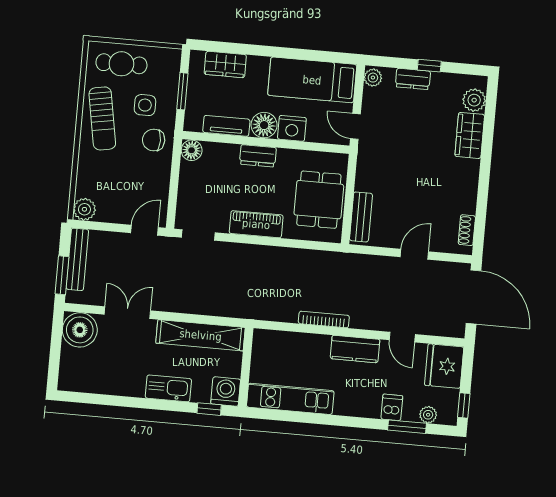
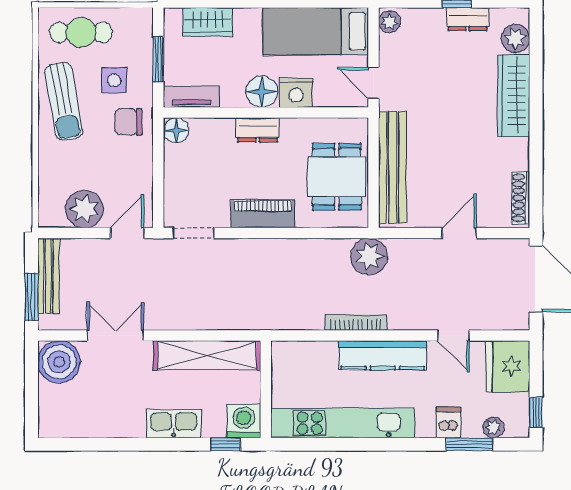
dresser: (413, 79) -> (468, 19), moved
tv unit: (226, 126) -> (191, 97), moved
wardrobe: (470, 135) -> (514, 96), width x1.50
plant: (84, 209) -> (84, 209), moved, width x1.36, depth x1.36
bench: (361, 217) -> (393, 167), width x1.86, depth x1.21
shoe rack: (467, 230) -> (521, 198), width x1.43
plant: (339, 267) -> (369, 256), added
kitchen counter: (355, 349) -> (383, 355), width x1.50
kitchen unit: (290, 399) -> (343, 423), width x1.36

